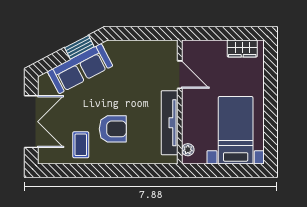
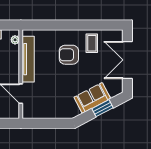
window: (79, 47) -> (103, 108), moved
sofa: (80, 69) -> (92, 98), width x0.73

